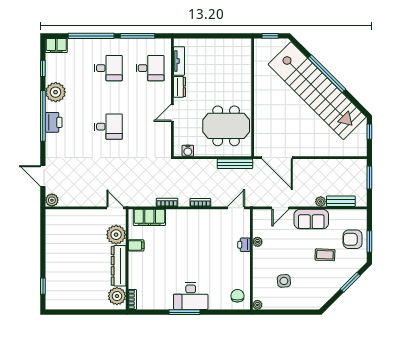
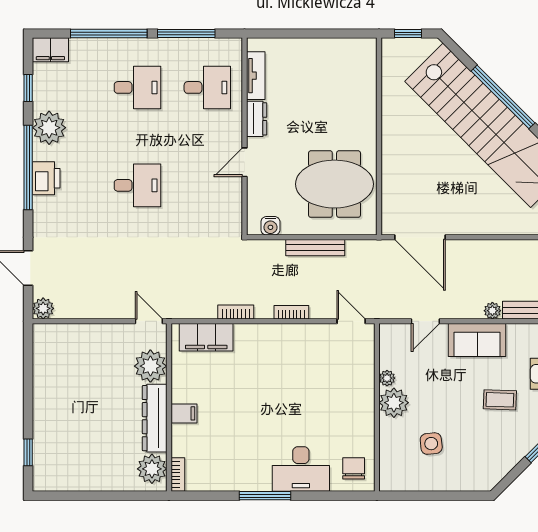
bench: (235, 164) -> (315, 248), moved
door: (236, 208) -> (351, 321), hinge flipped
filing cabinet: (136, 245) -> (184, 413), moved
printer: (244, 245) -> (364, 383), removed
desk: (191, 296) -> (301, 469), moved
plant: (257, 305) -> (394, 403), moved, width x1.88, depth x1.88

